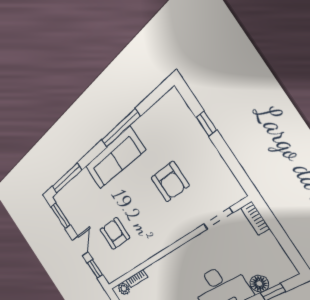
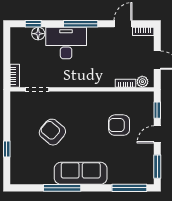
armchair: (170, 182) -> (52, 132), turned -50
armchair: (115, 234) -> (119, 125), turned 90

